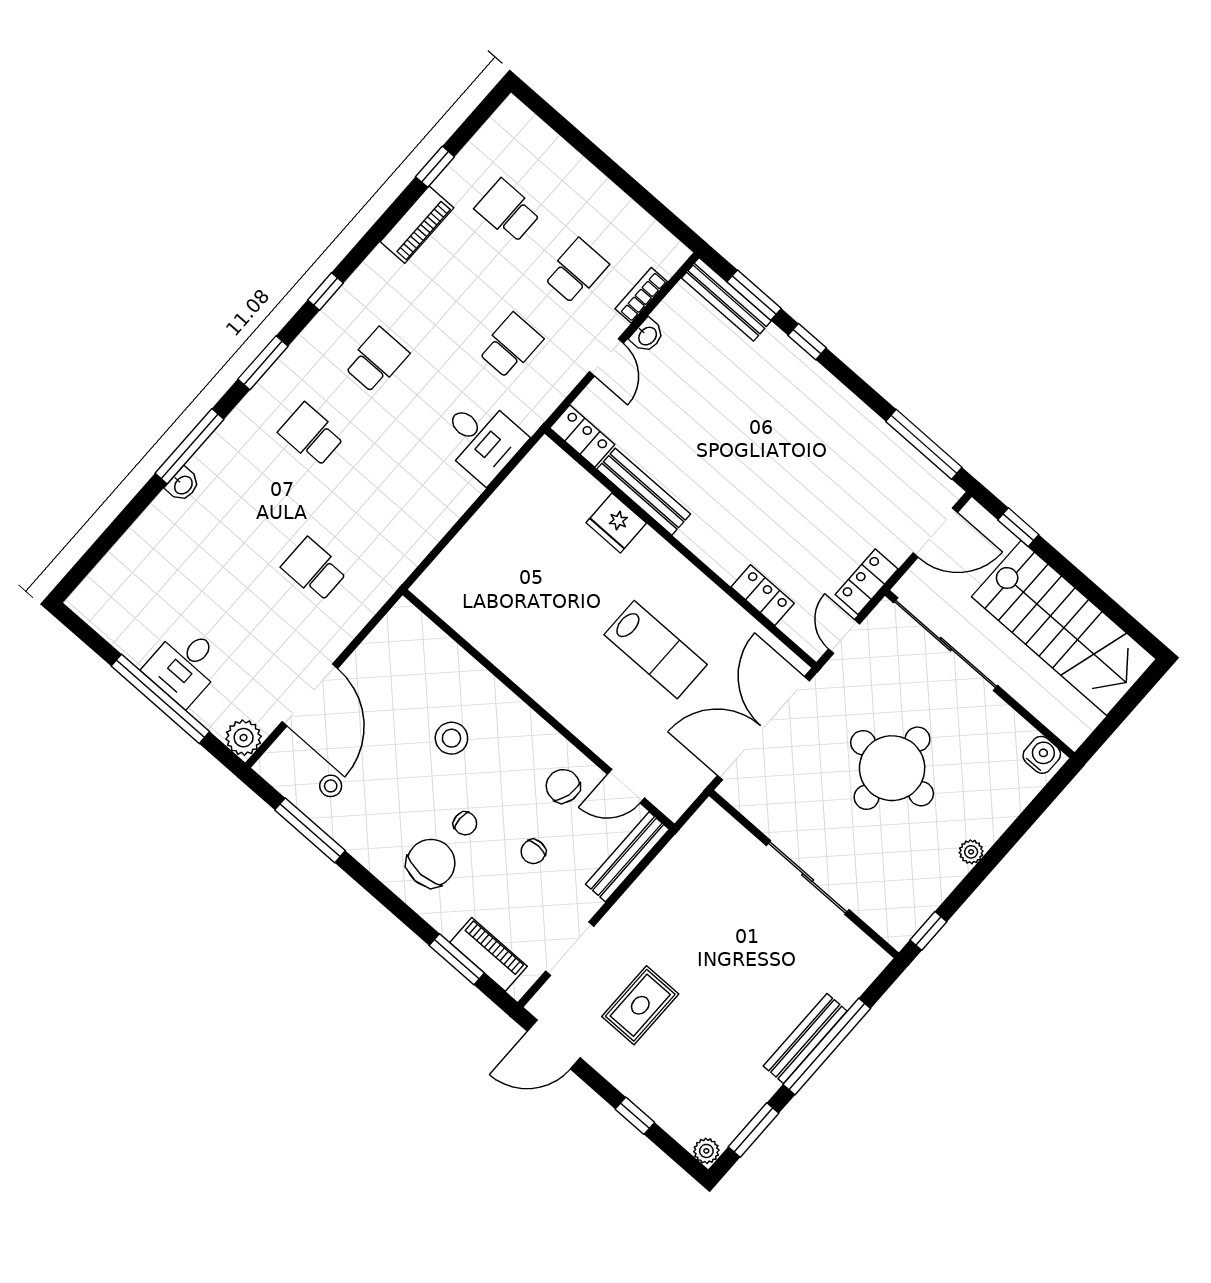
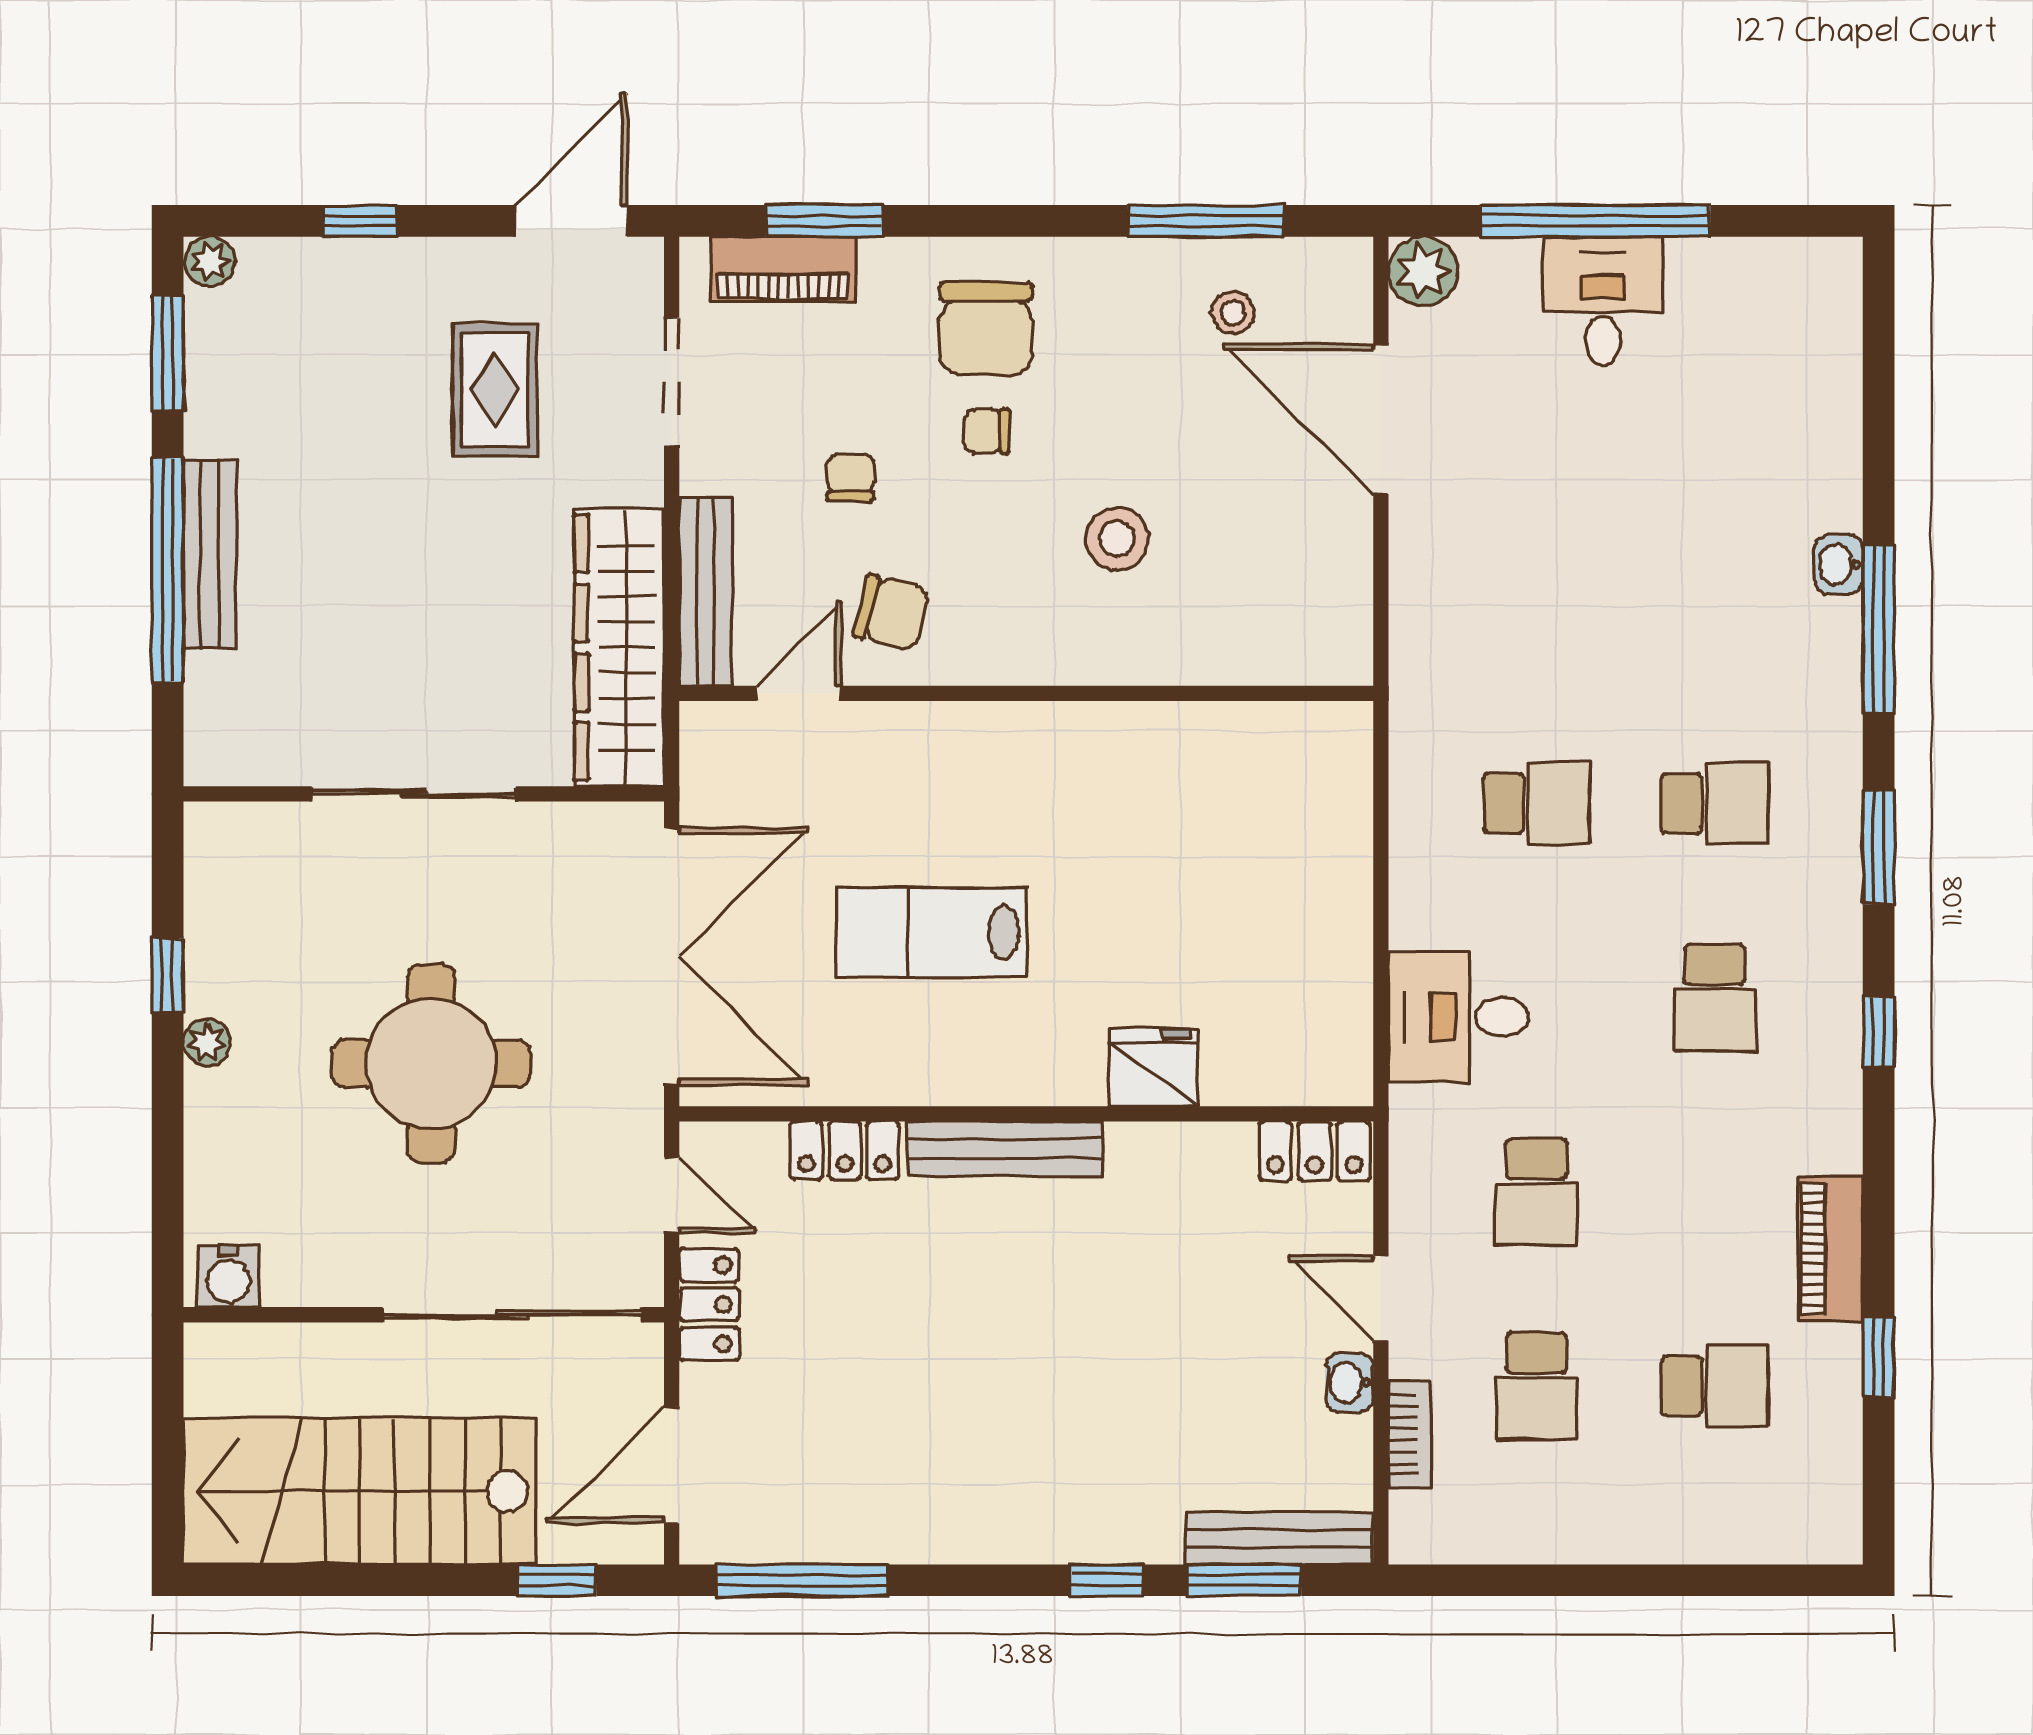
bench: (644, 492) -> (1005, 1149), moved
school desk: (314, 570) -> (1537, 803), moved
wardrobe: (679, 864) -> (619, 648), added
window: (928, 931) -> (168, 975), moved

